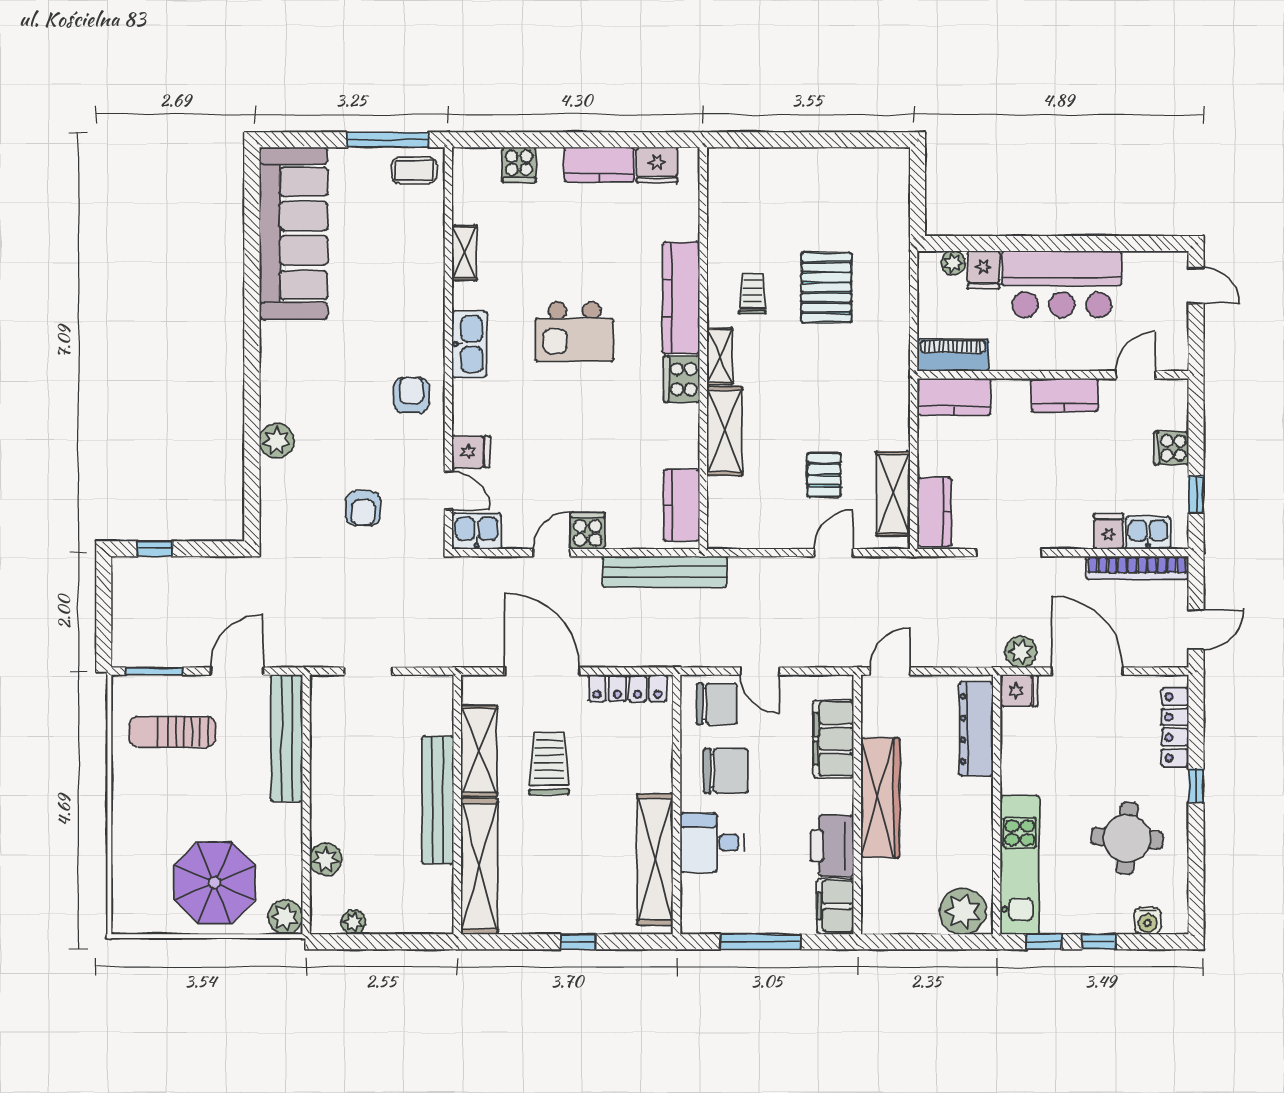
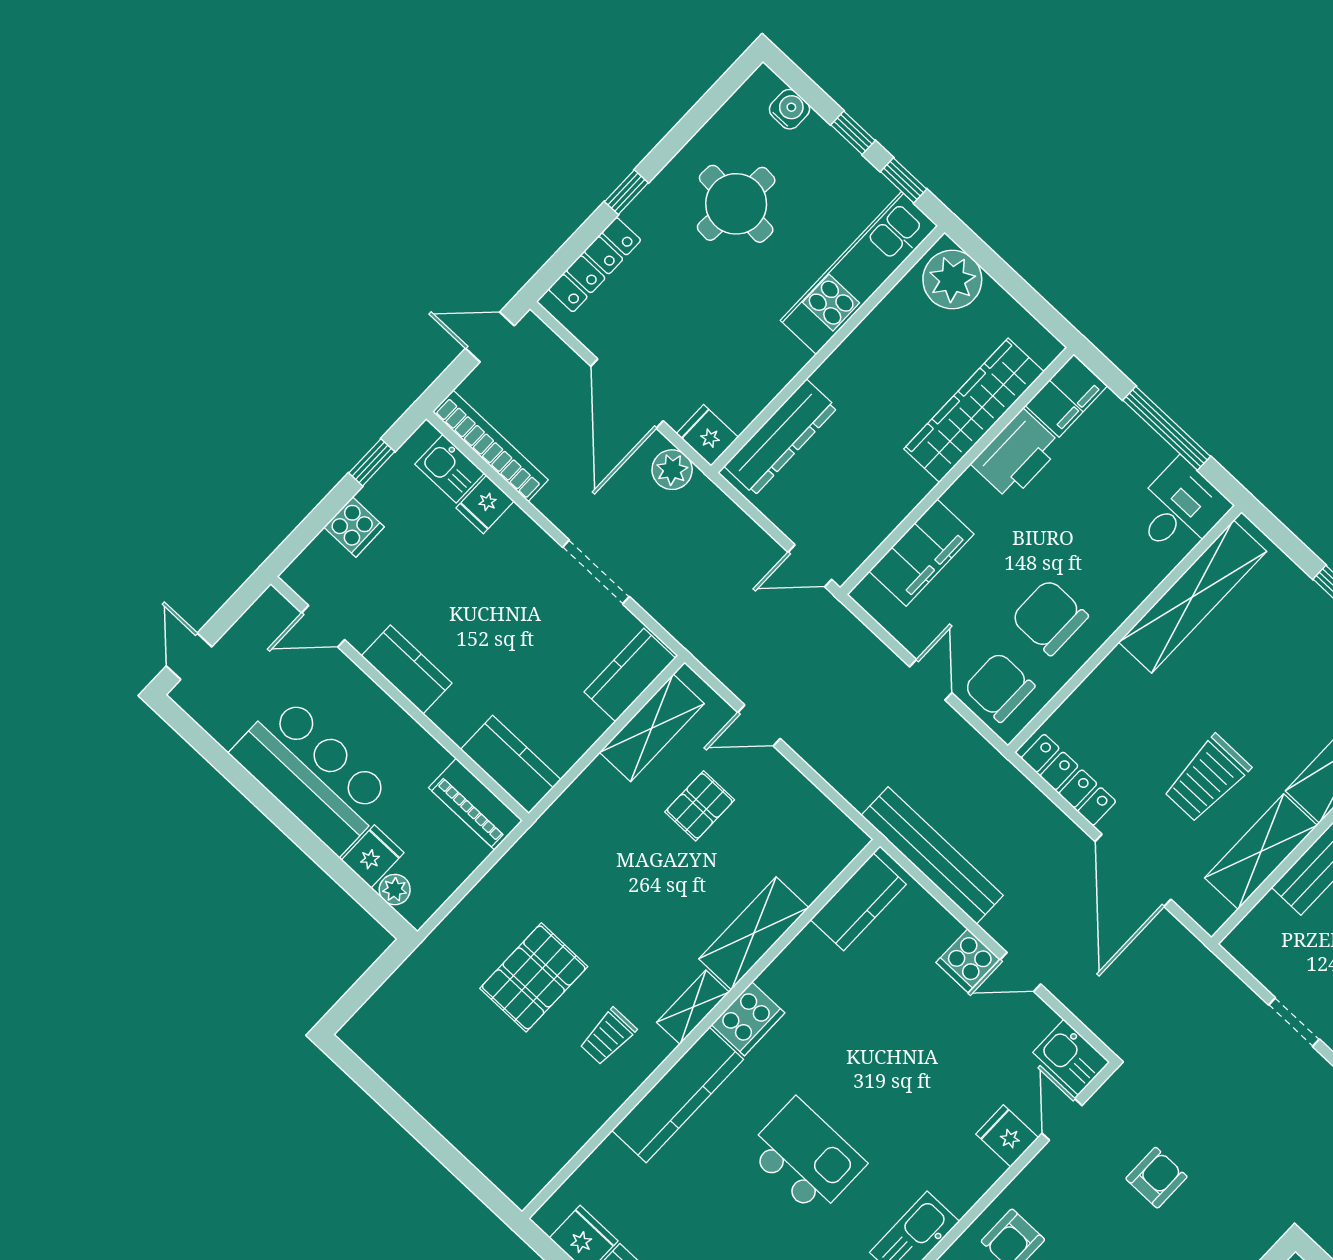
wardrobe: (880, 798) -> (974, 410), moved
desk: (712, 843) -> (1180, 509), moved, turned -90

